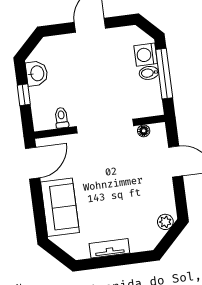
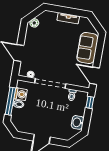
washing machine: (146, 55) -> (21, 94), moved
window: (24, 95) -> (90, 102), moved
door: (33, 163) -> (95, 76), hinge flipped

